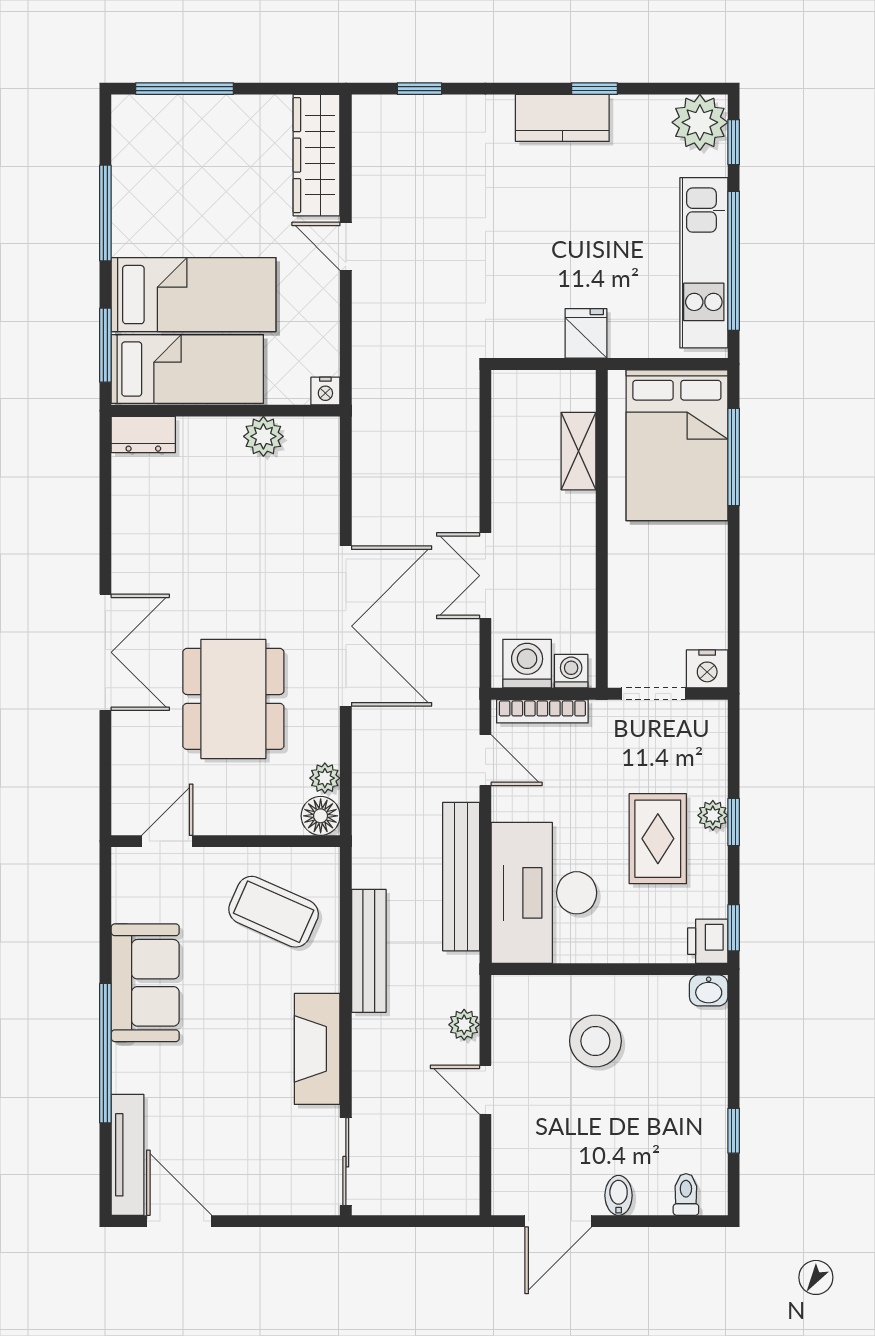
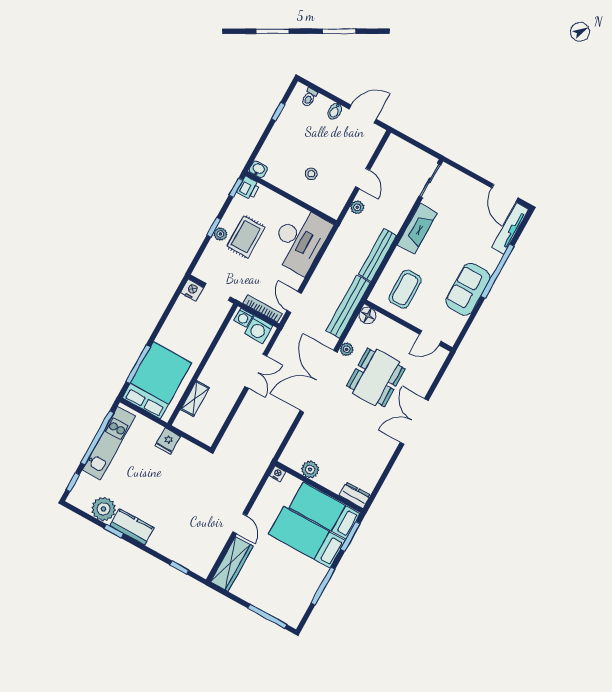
plant: (700, 122) -> (104, 509), moved
plant: (325, 778) -> (347, 349), moved
bench: (461, 877) -> (348, 307), moved
coffee table: (274, 912) -> (405, 289), turned 66
stool: (595, 1041) -> (311, 174), width x0.53, depth x0.53

